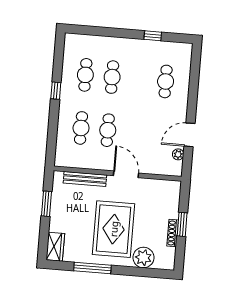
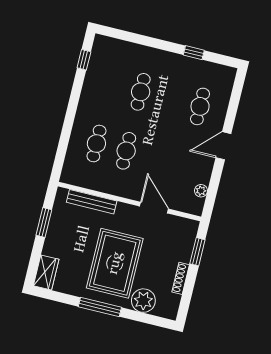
cafe table: (85, 75) -> (111, 85), removed
window: (56, 91) -> (84, 60), moved
door: (189, 135) -> (223, 146), moved
door: (126, 174) -> (154, 208), moved
window: (182, 224) -> (197, 252), moved
window: (92, 268) -> (100, 307), moved

